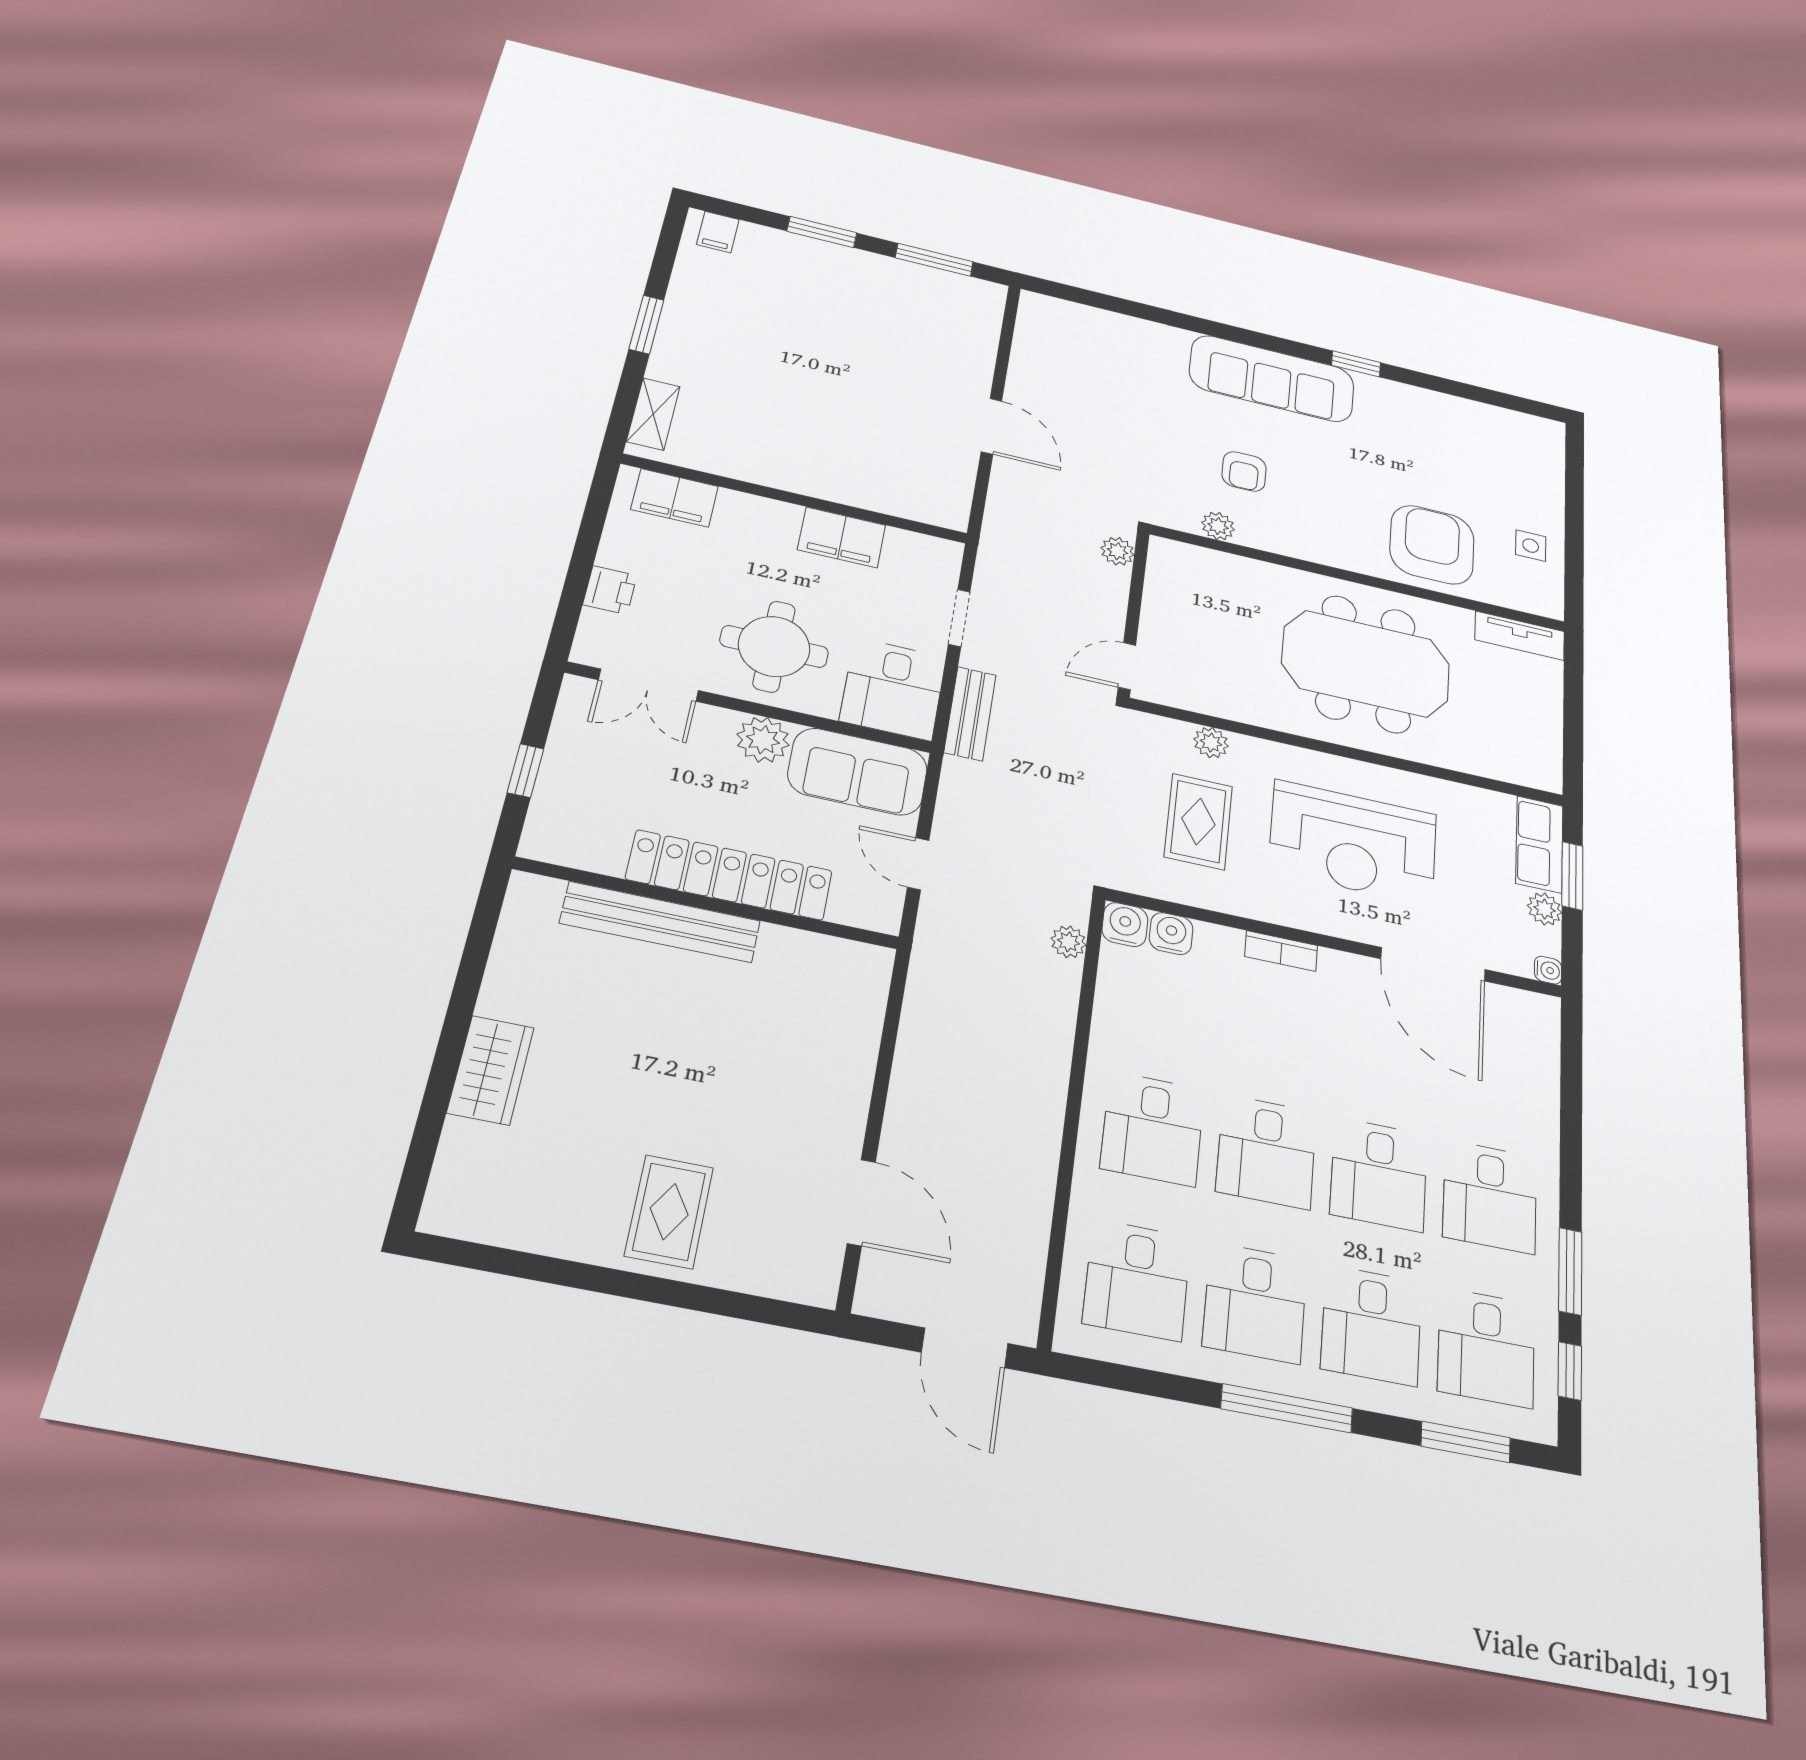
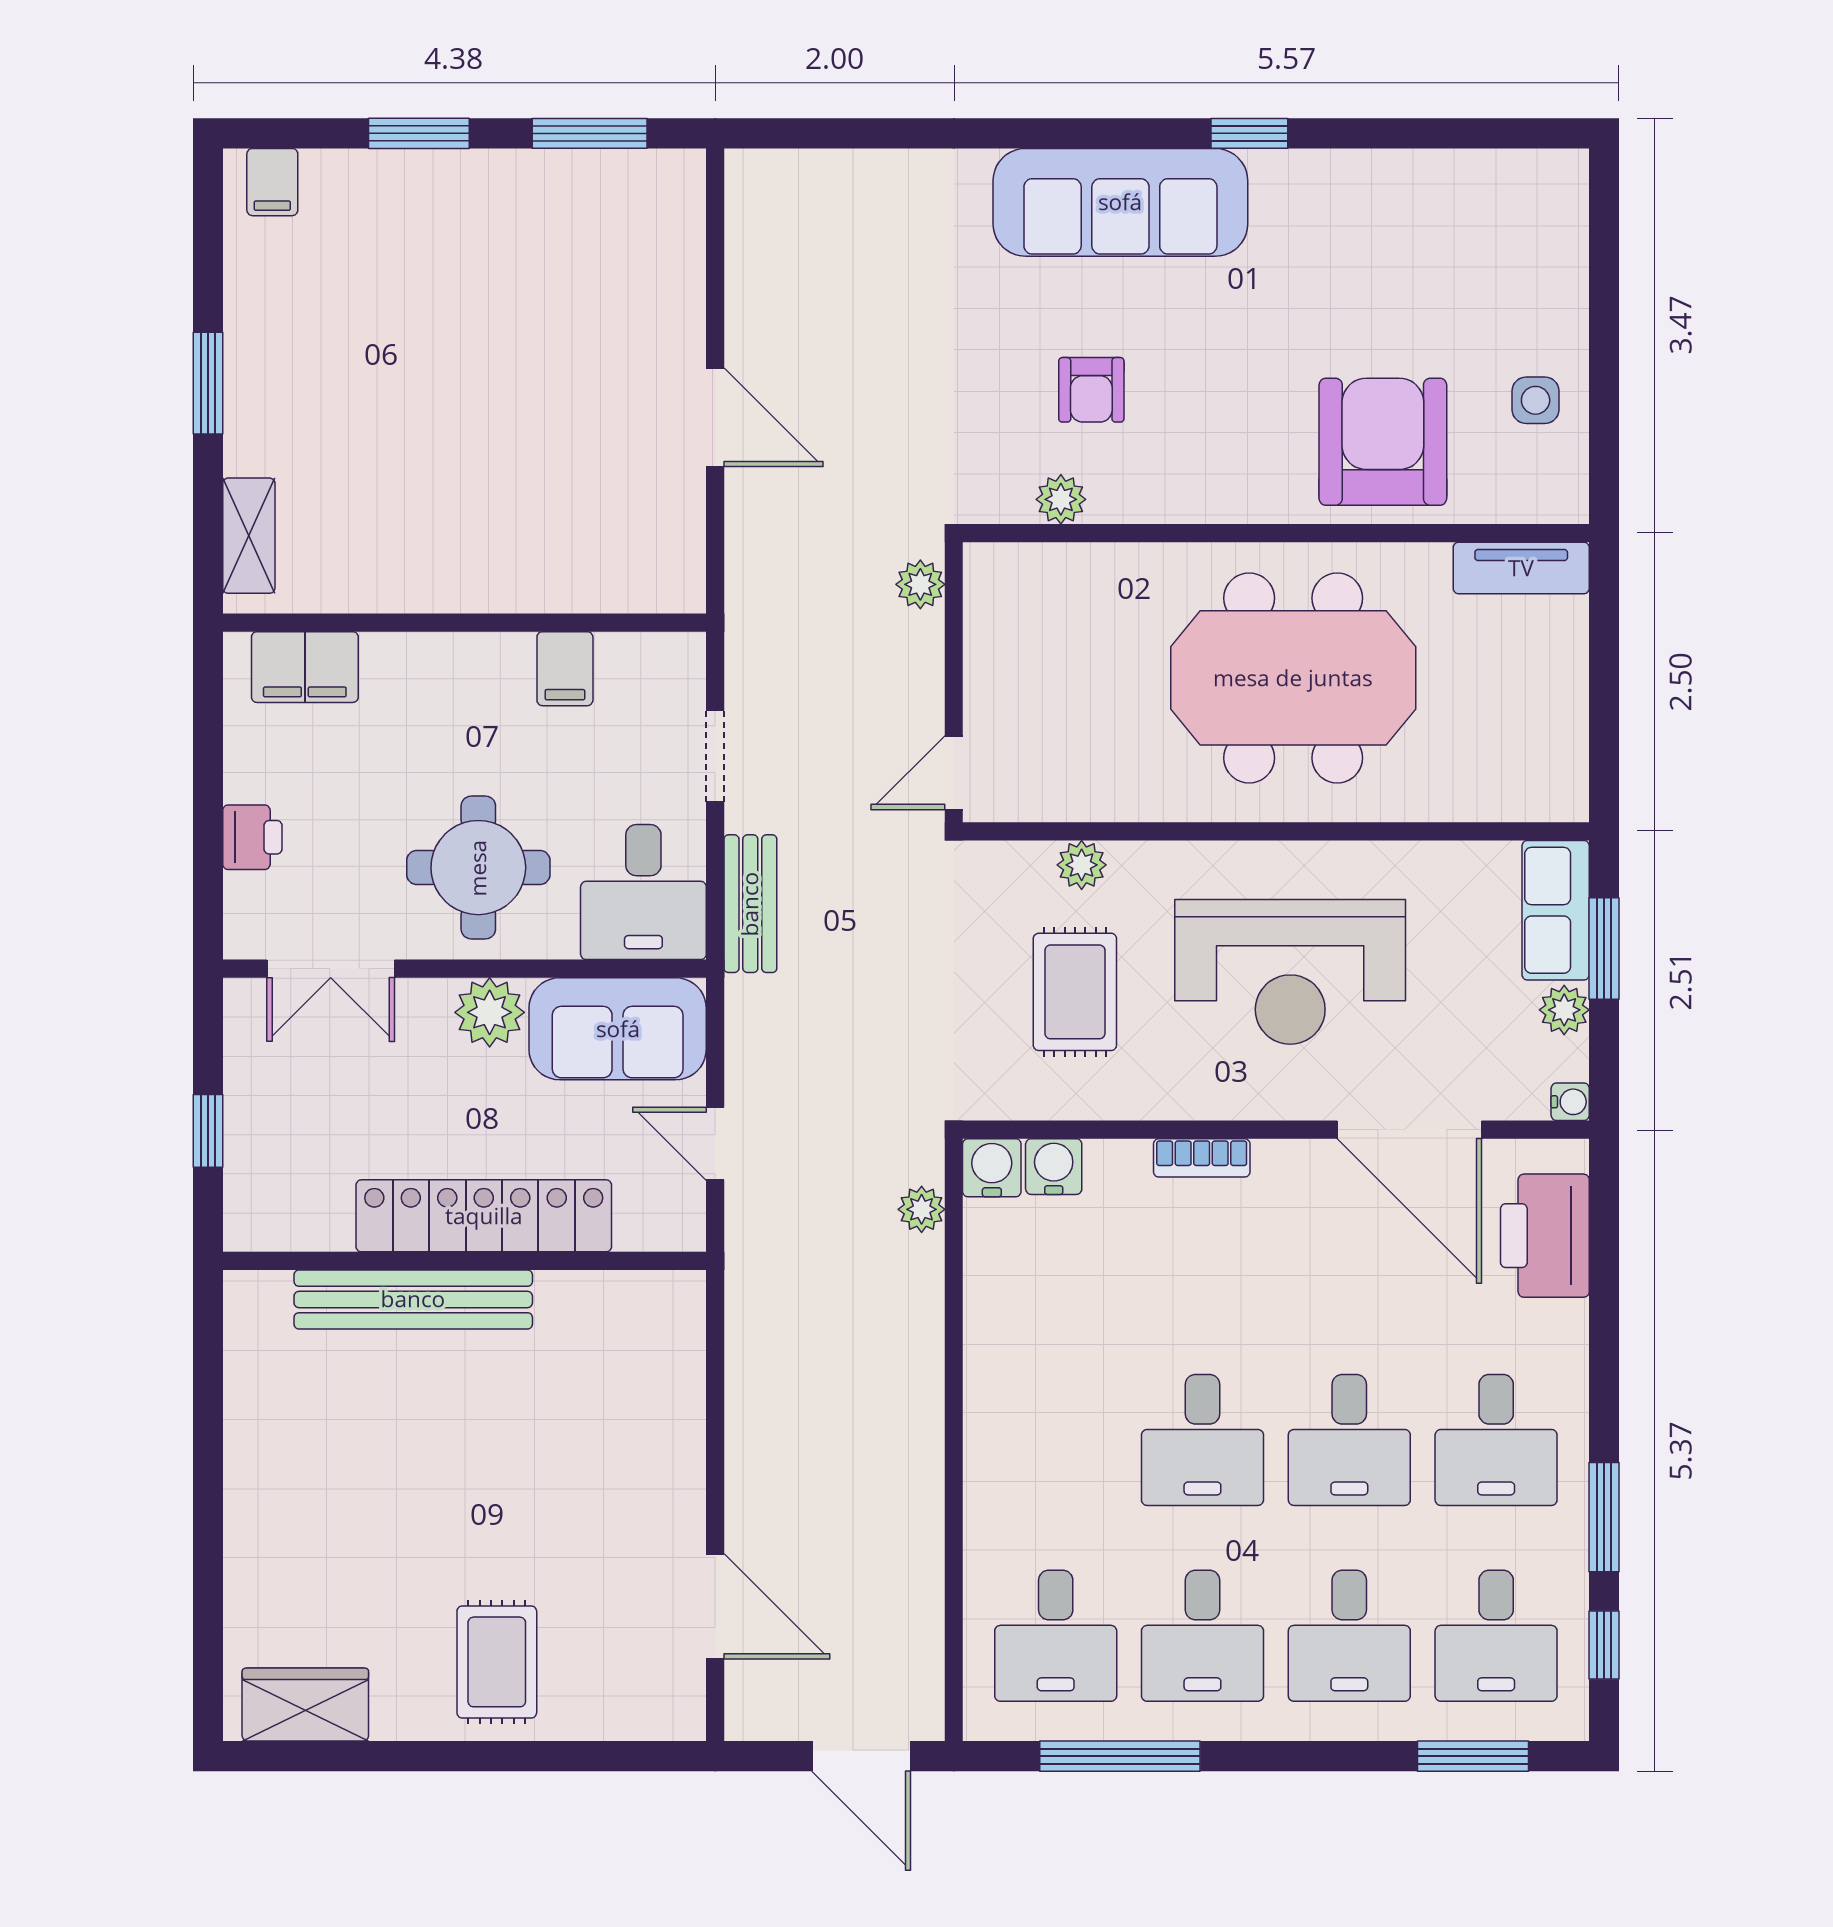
filing cabinet: (842, 537) -> (565, 669), width x0.50
printer: (1529, 1057) -> (1545, 1236), added
wardrobe: (491, 1070) -> (305, 1705), moved, turned -90
desk: (1153, 1129) -> (1056, 1440), removed
window: (1287, 1408) -> (1120, 1756), moved

